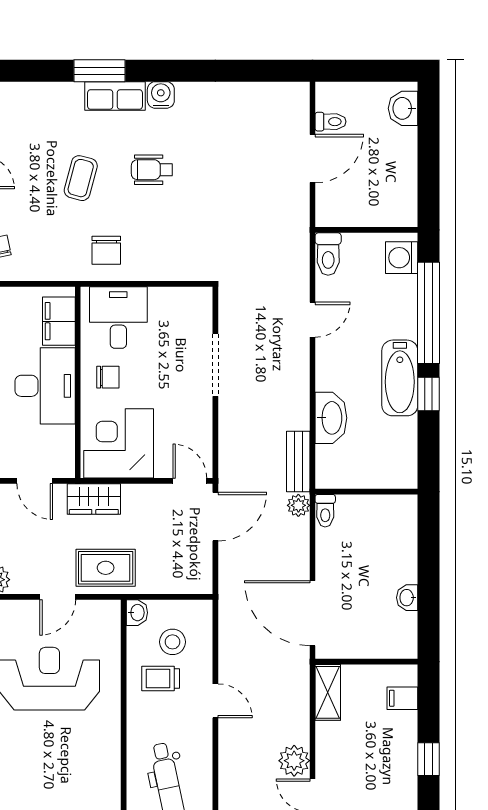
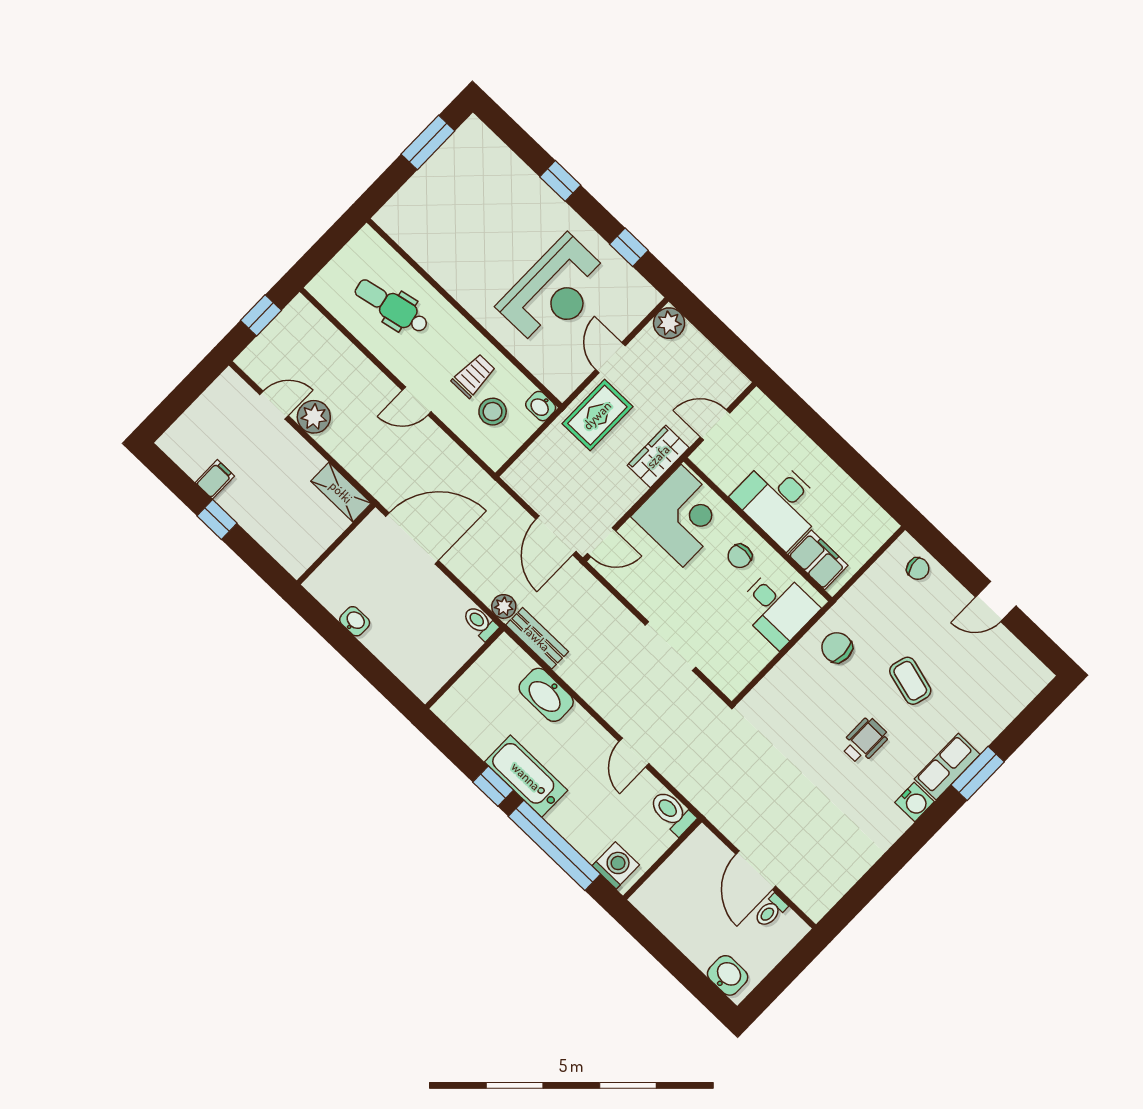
filing cabinet: (402, 698) -> (215, 479), moved

